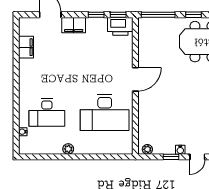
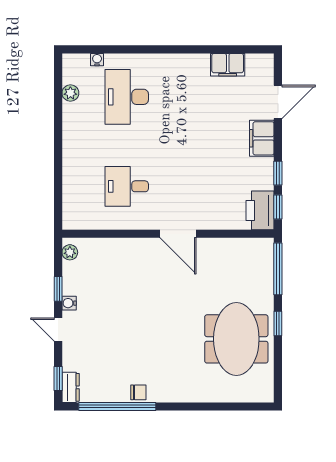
desk: (105, 113) -> (127, 186), width x0.53, depth x0.77
plant: (68, 149) -> (70, 93), moved

